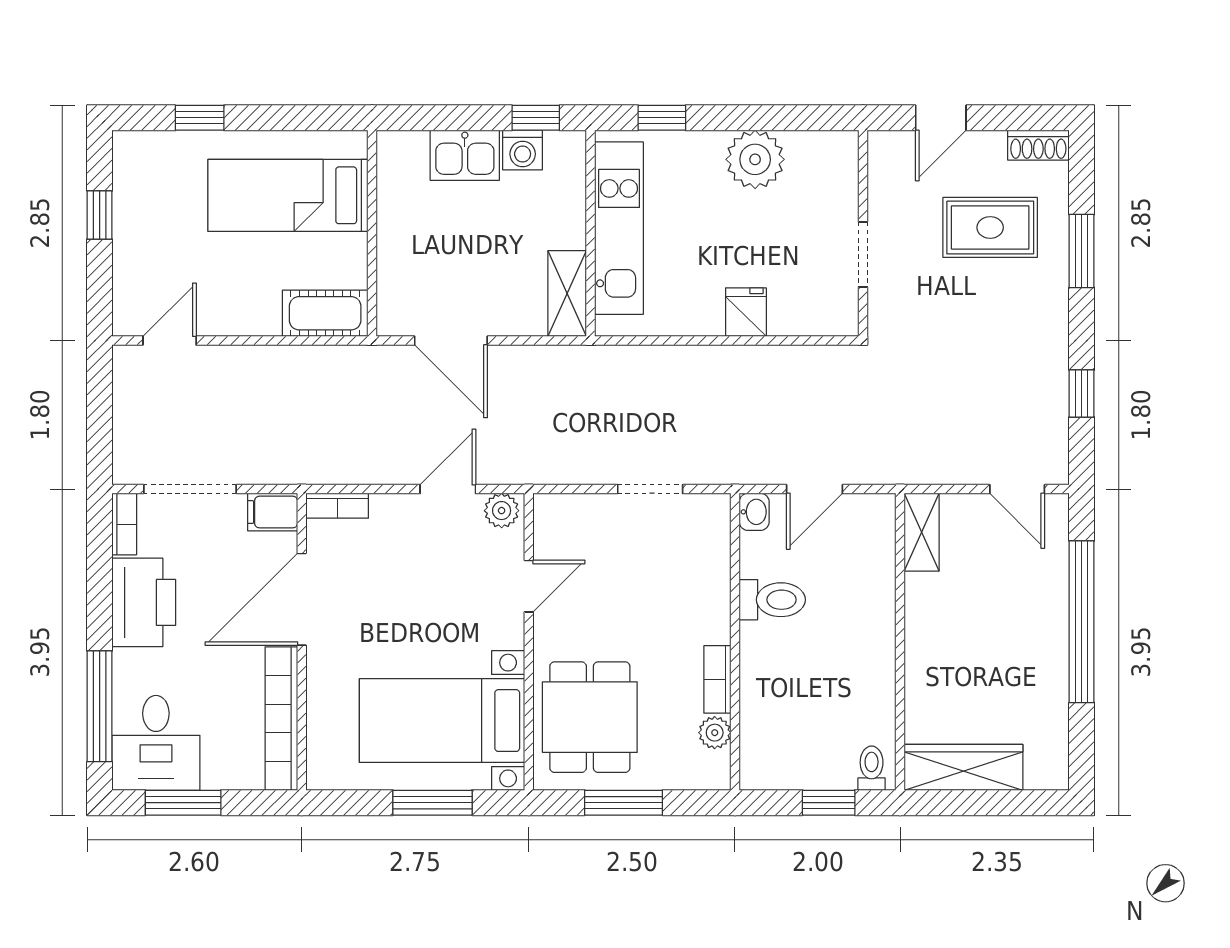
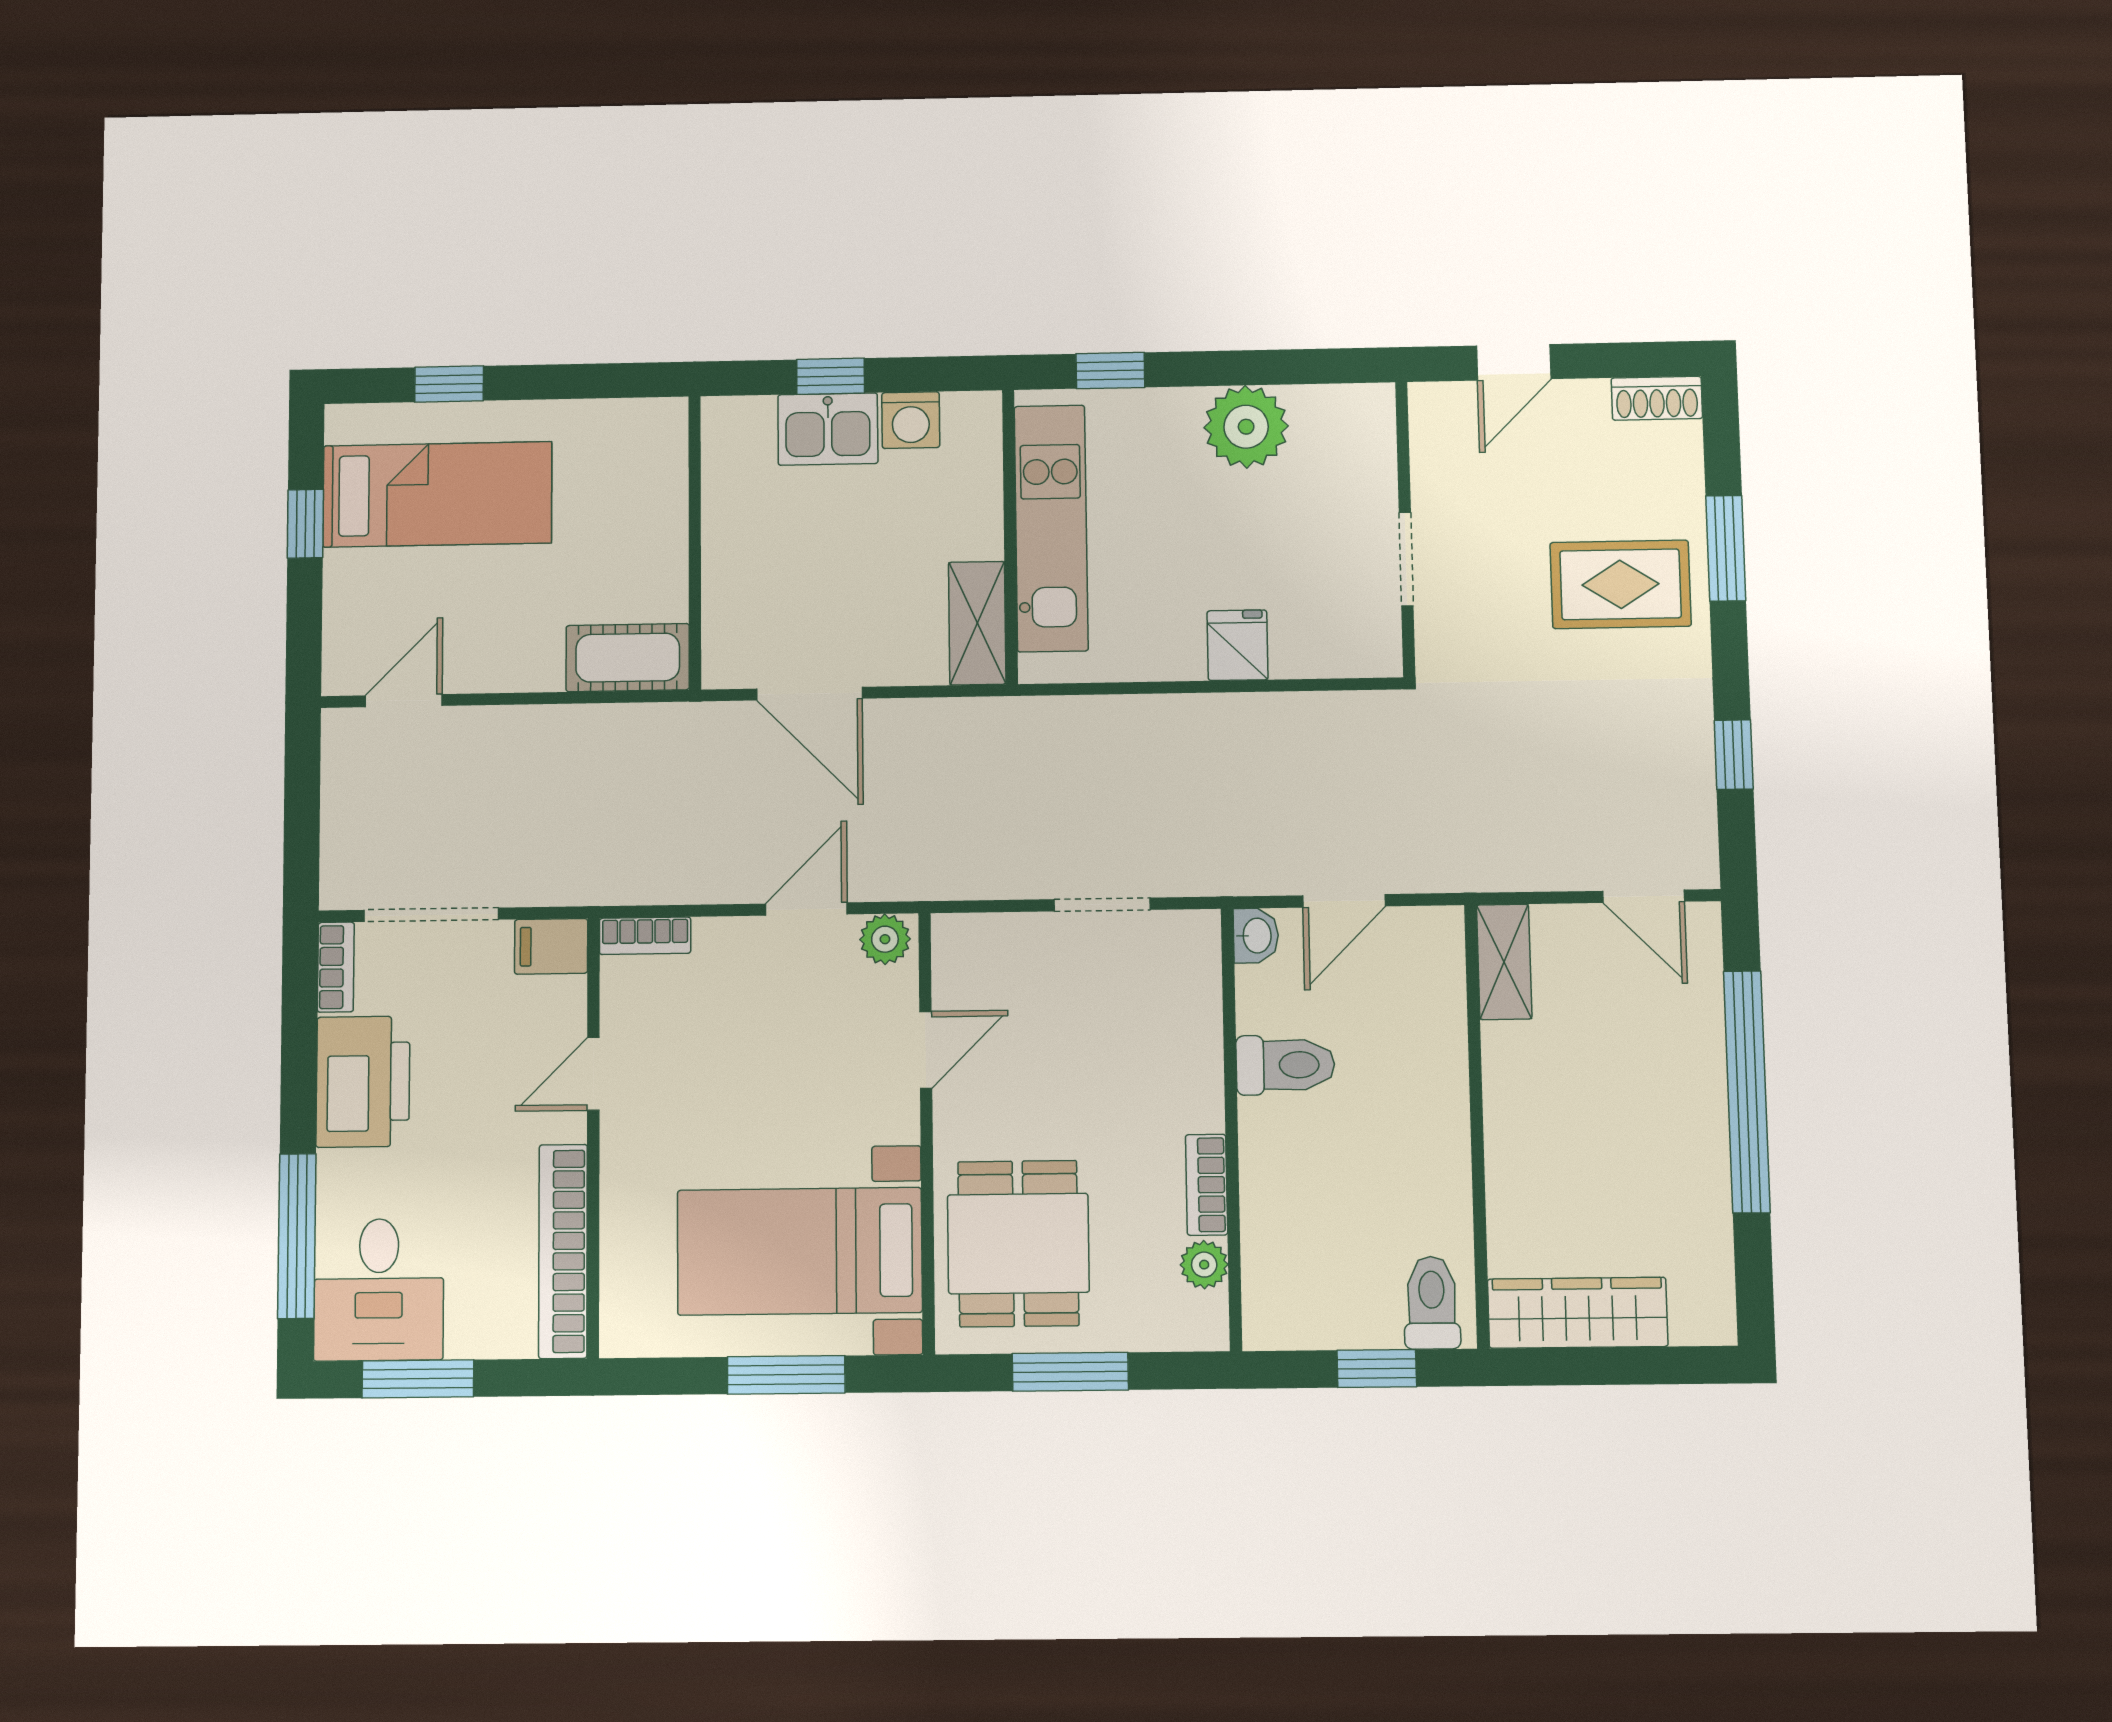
window: (536, 118) -> (831, 376), moved
bed: (288, 195) -> (437, 494), moved, turned 180
rug: (990, 227) -> (1620, 584), moved
door: (302, 599) -> (593, 1074), width x0.53
toilet: (872, 768) -> (1432, 1303), width x1.37, depth x1.39

